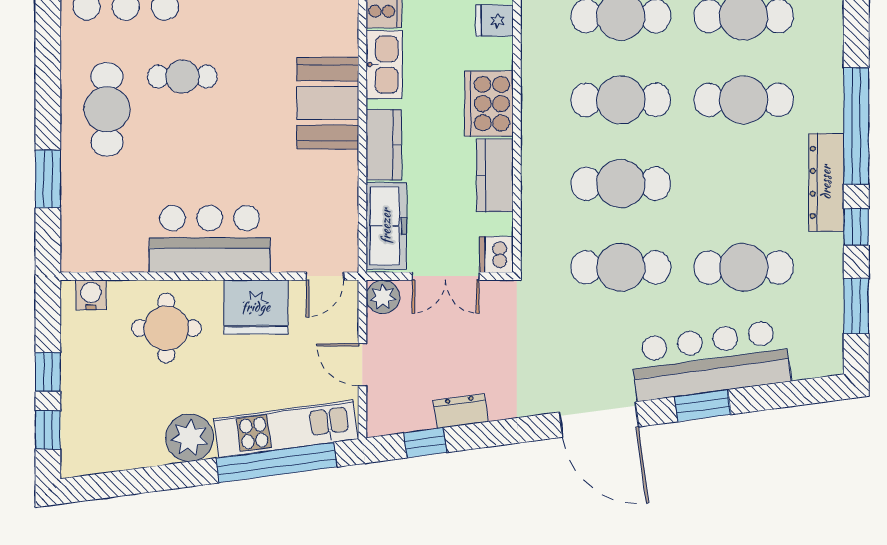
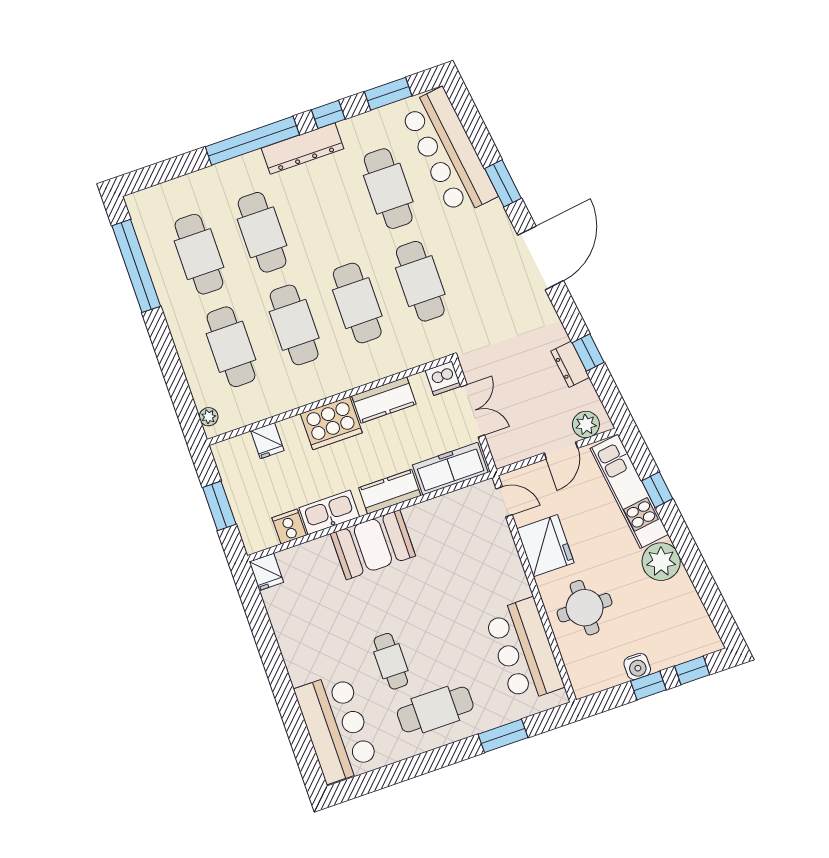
bar counter: (210, 239) -> (524, 650), moved
water cooler: (91, 295) -> (637, 666), moved, turned -90
plant: (383, 297) -> (586, 425), moved
bar counter: (710, 360) -> (448, 152), moved
window: (425, 443) -> (588, 353), moved
window: (276, 463) -> (657, 490), width x0.32

